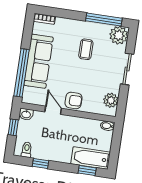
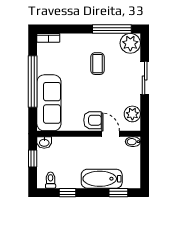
sofa: (39, 61) -> (49, 103), moved
window: (22, 73) -> (33, 82), moved
door: (53, 110) -> (111, 134), moved
bathtub: (91, 158) -> (102, 179), moved

